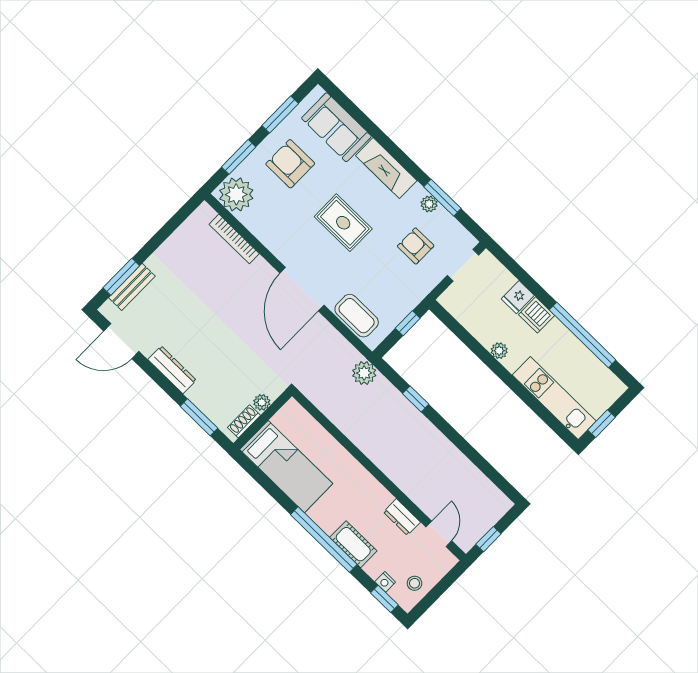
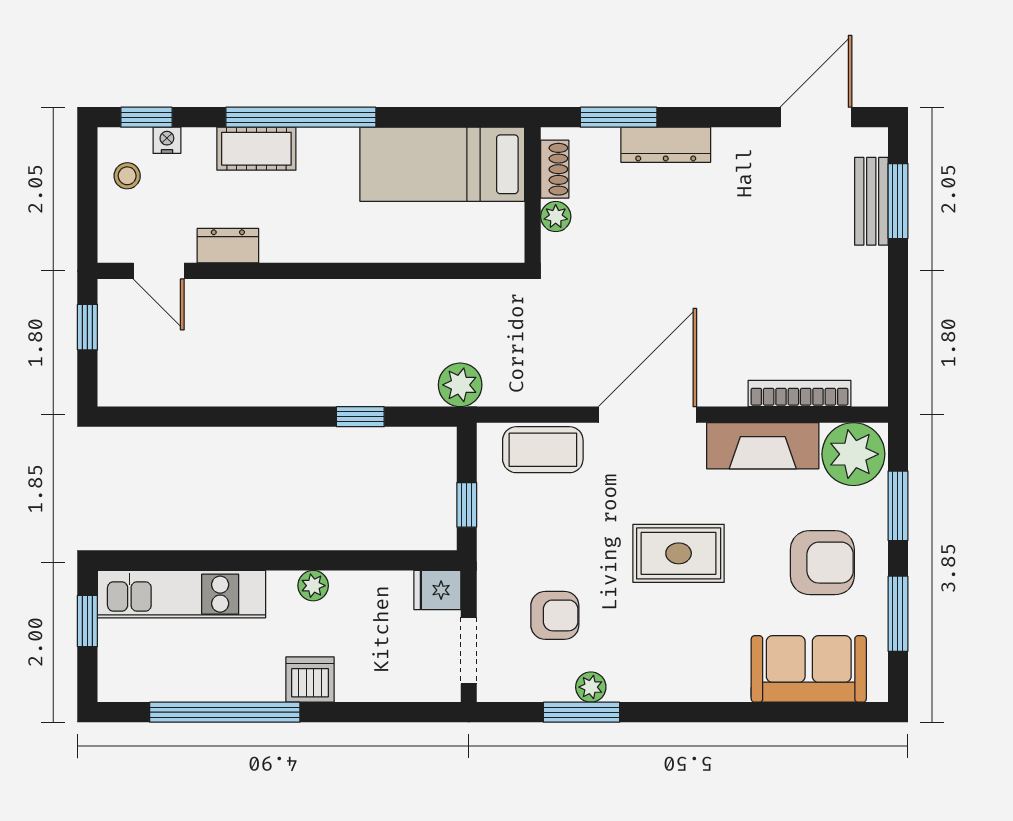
fireplace: (386, 168) -> (763, 446), moved, turned 180
door: (302, 289) -> (648, 415), hinge flipped
fridge: (518, 297) -> (437, 590), moved, turned -90
dresser: (172, 370) -> (666, 145), moved

